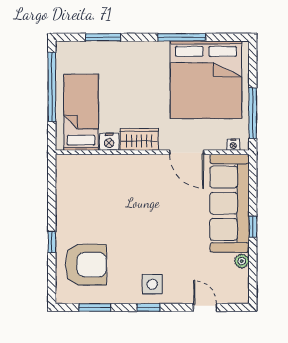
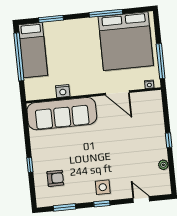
bed: (81, 112) -> (33, 50), moved, turned 180
wardrobe: (139, 139) -> (83, 87), removed
sofa: (230, 203) -> (62, 114), moved, turned -90
armchair: (86, 265) -> (55, 178), width x0.53, depth x0.53

